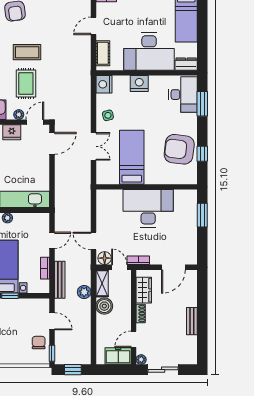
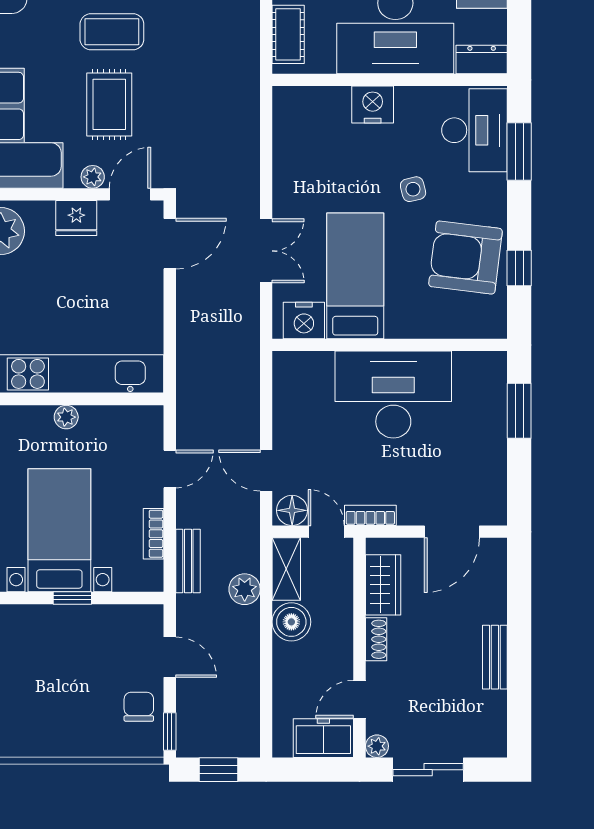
nightstand: (104, 84) -> (304, 320), moved, turned -90
side table: (108, 115) -> (413, 189), moved
bench: (60, 280) -> (188, 561), width x0.73

